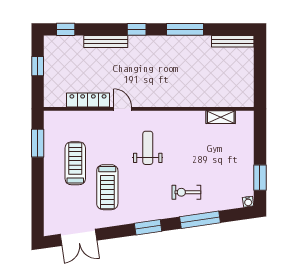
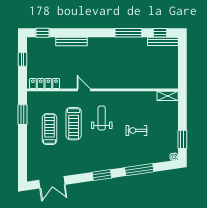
window: (137, 29) -> (160, 33), moved
locker: (88, 100) -> (44, 84), moved
shelving: (221, 117) -> (168, 96), moved
treadmill: (107, 187) -> (74, 124), moved
exercise bike: (186, 192) -> (136, 130), moved

